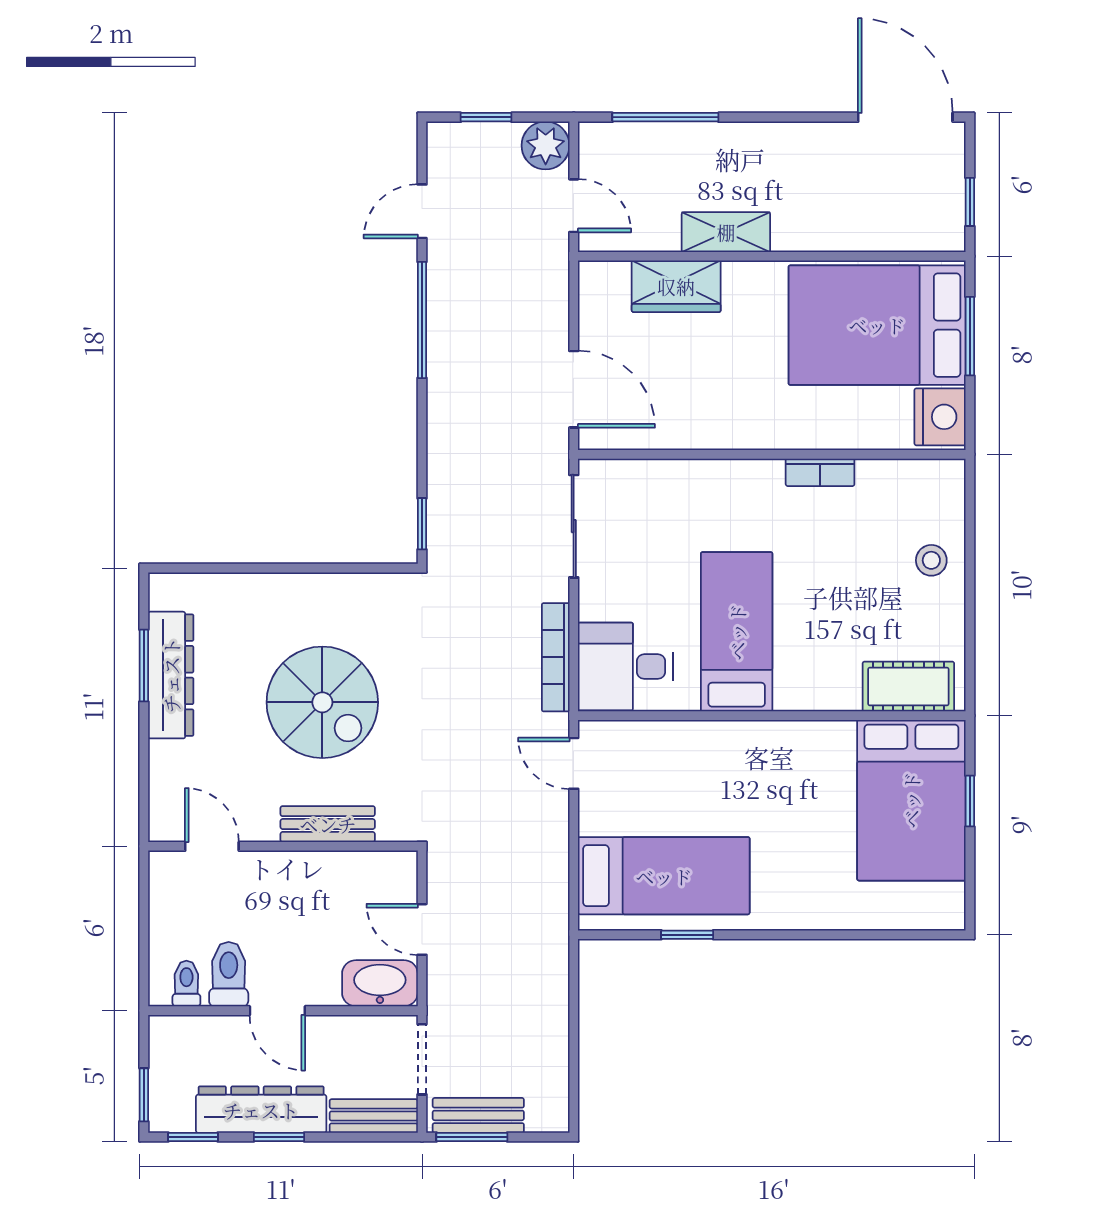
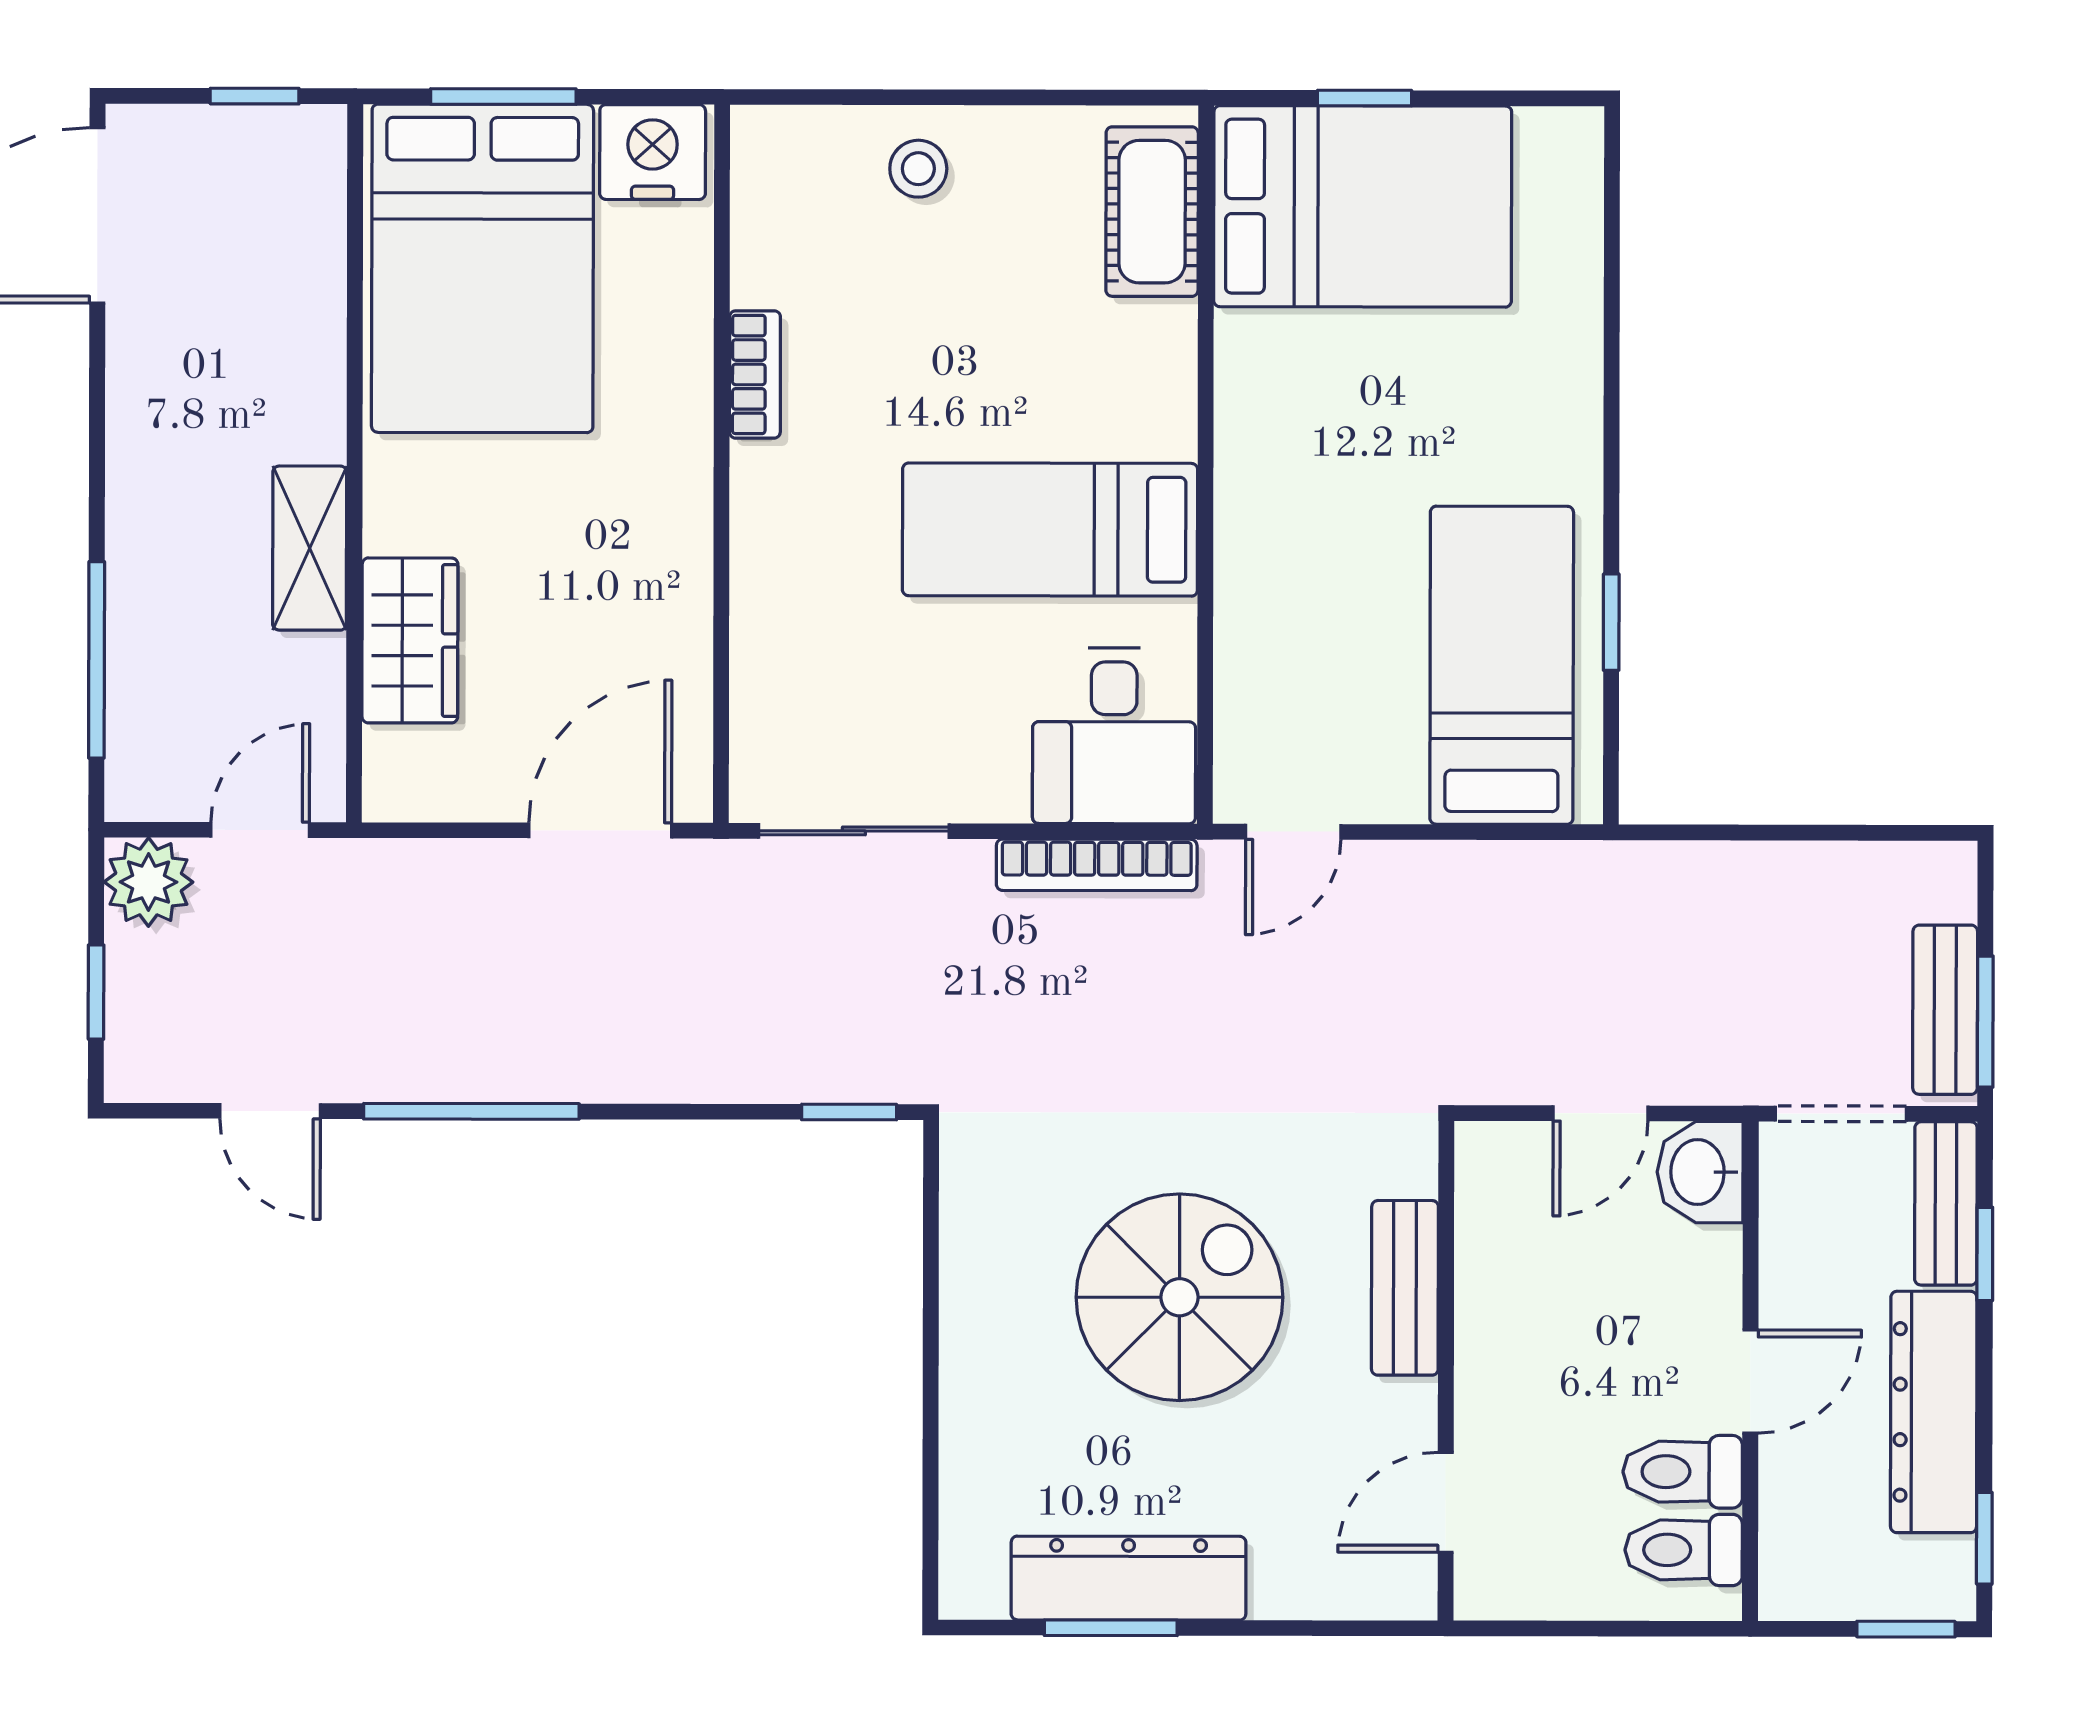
washbasin: (380, 983) -> (1700, 1172), width x0.72
toilet: (186, 984) -> (1684, 1550), width x1.37, depth x1.39
window: (279, 1137) -> (1985, 1254), moved

